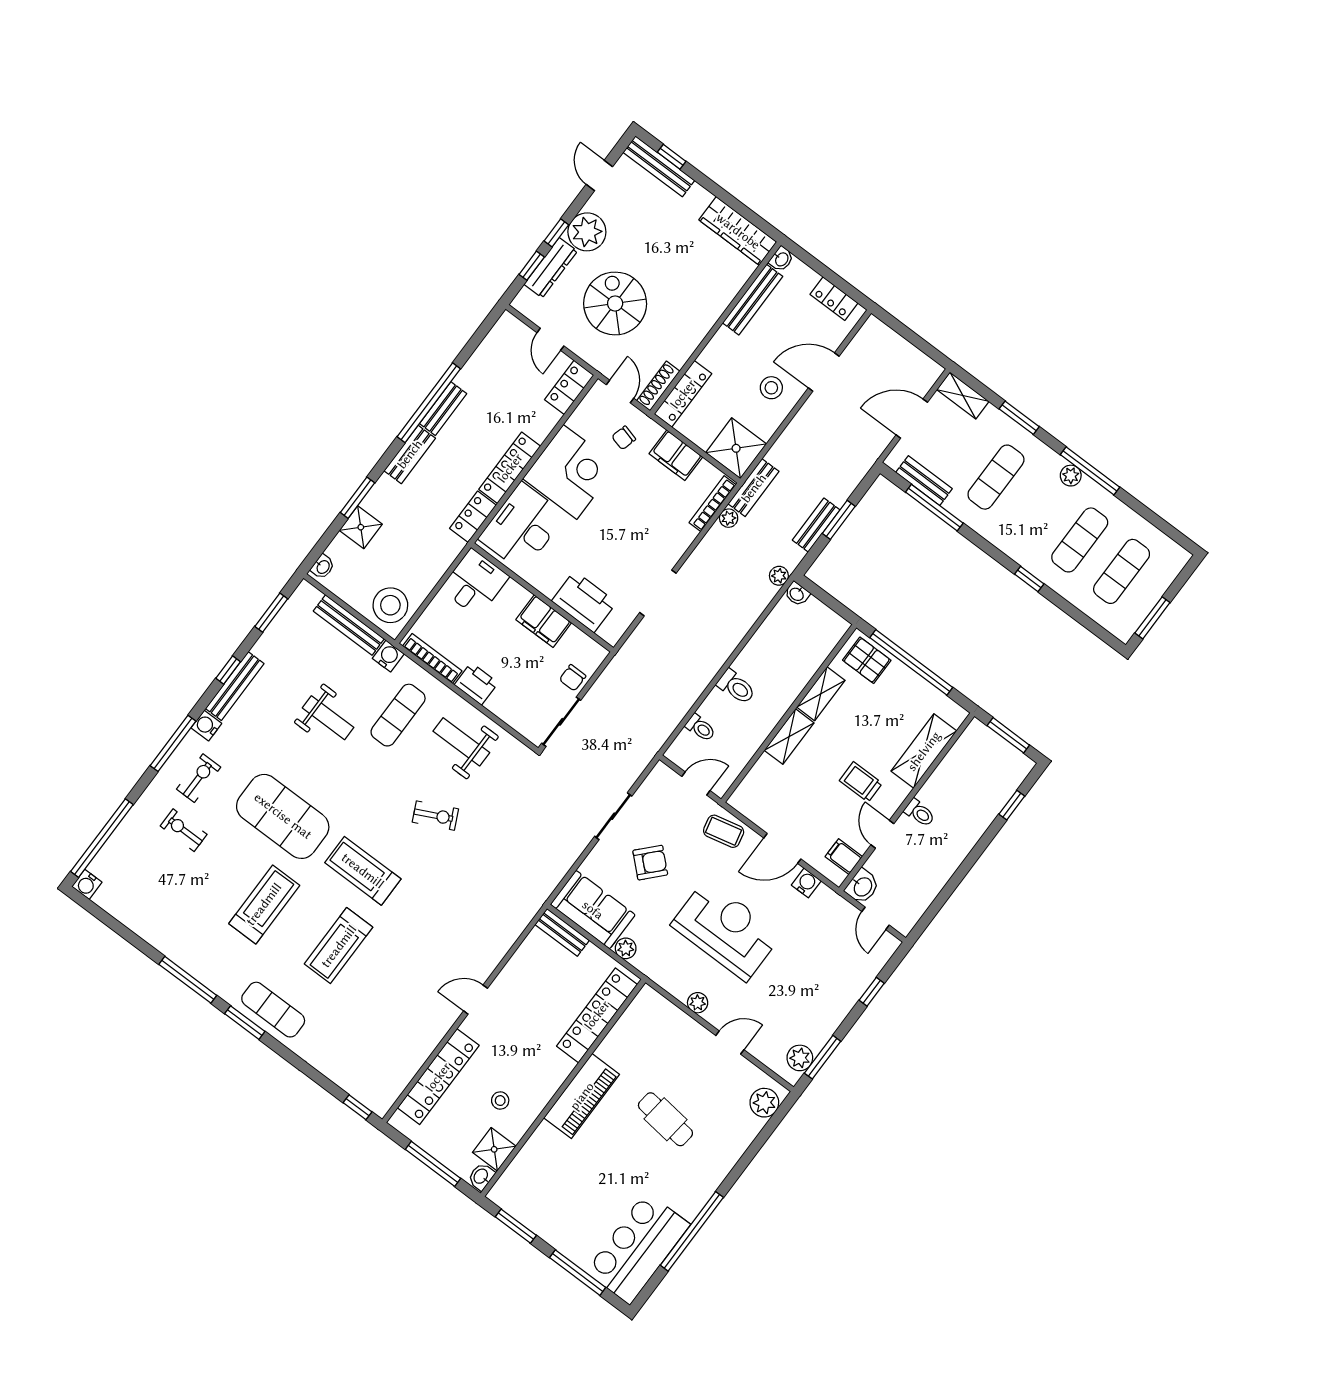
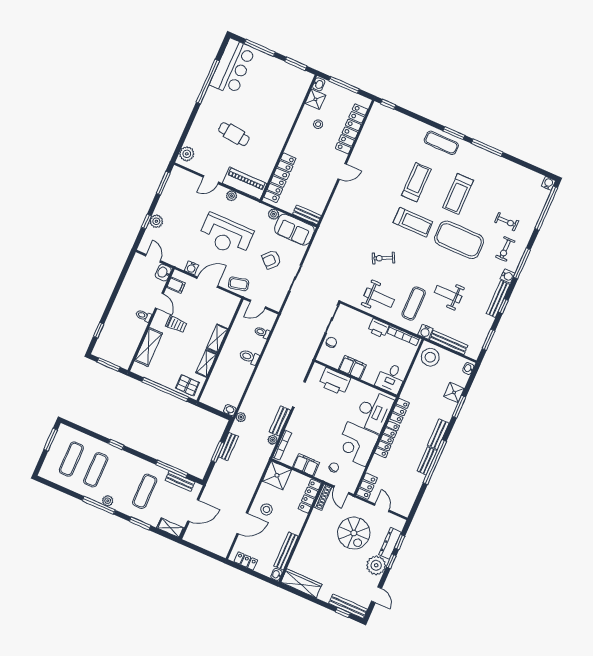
bench: (754, 488) -> (280, 421), moved
plant: (800, 1058) -> (156, 221), moved
piano: (582, 1096) -> (245, 183), moved, turned 90

